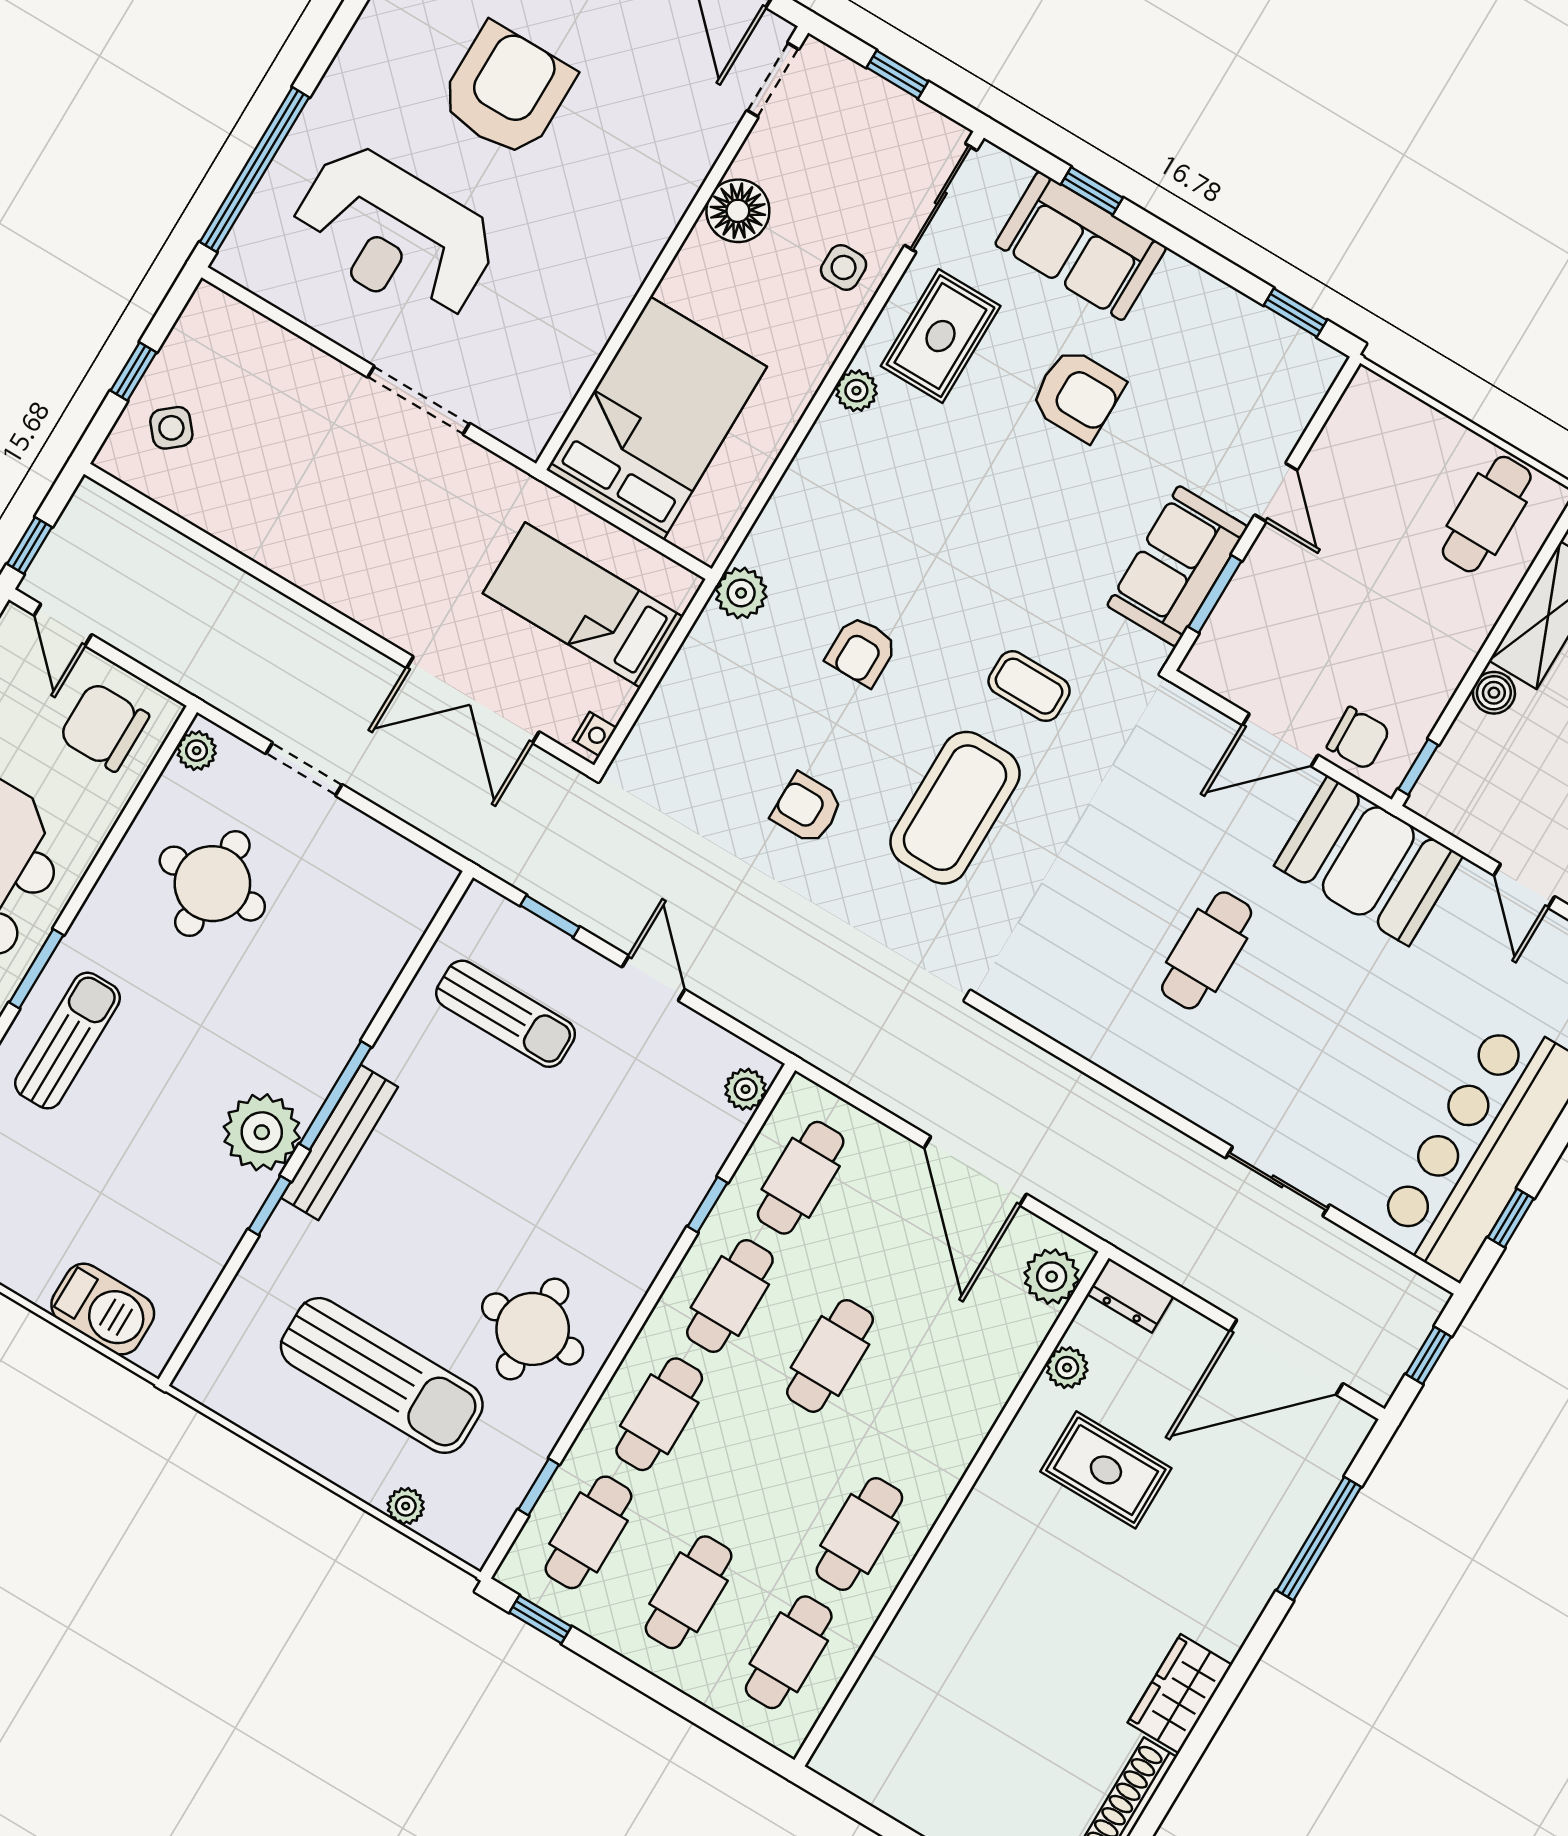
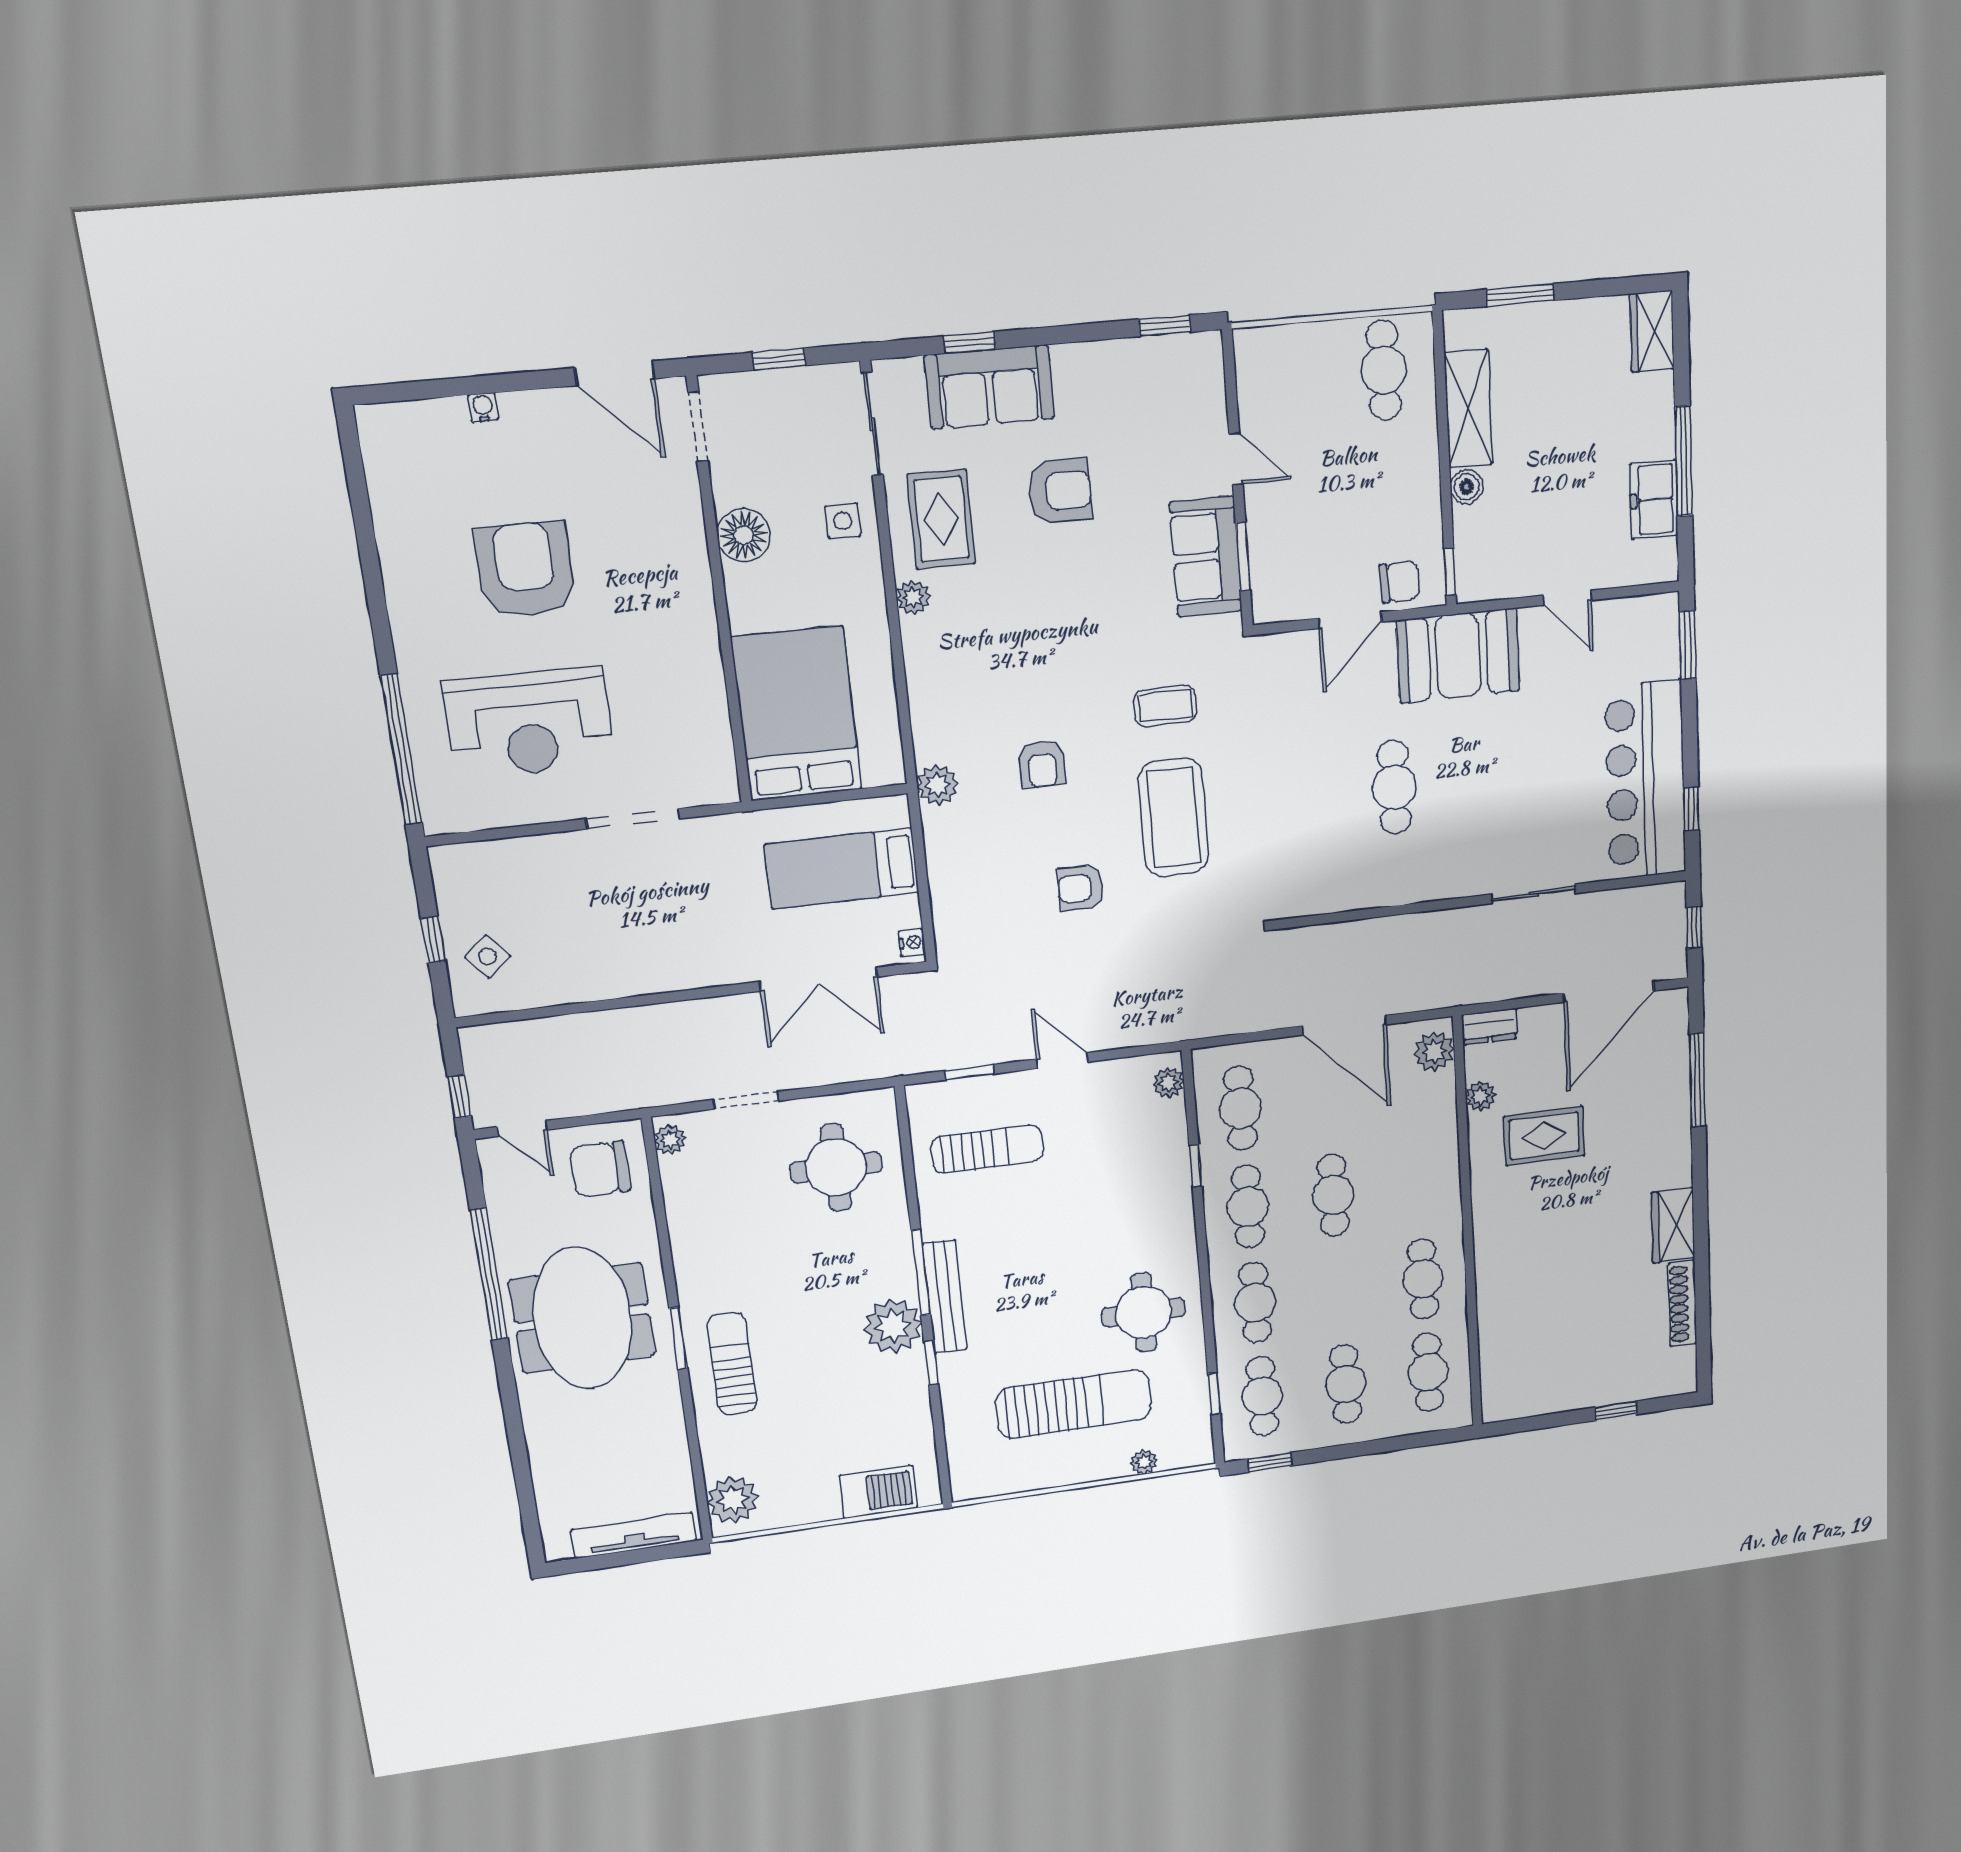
round table: (212, 884) -> (836, 1167), moved

